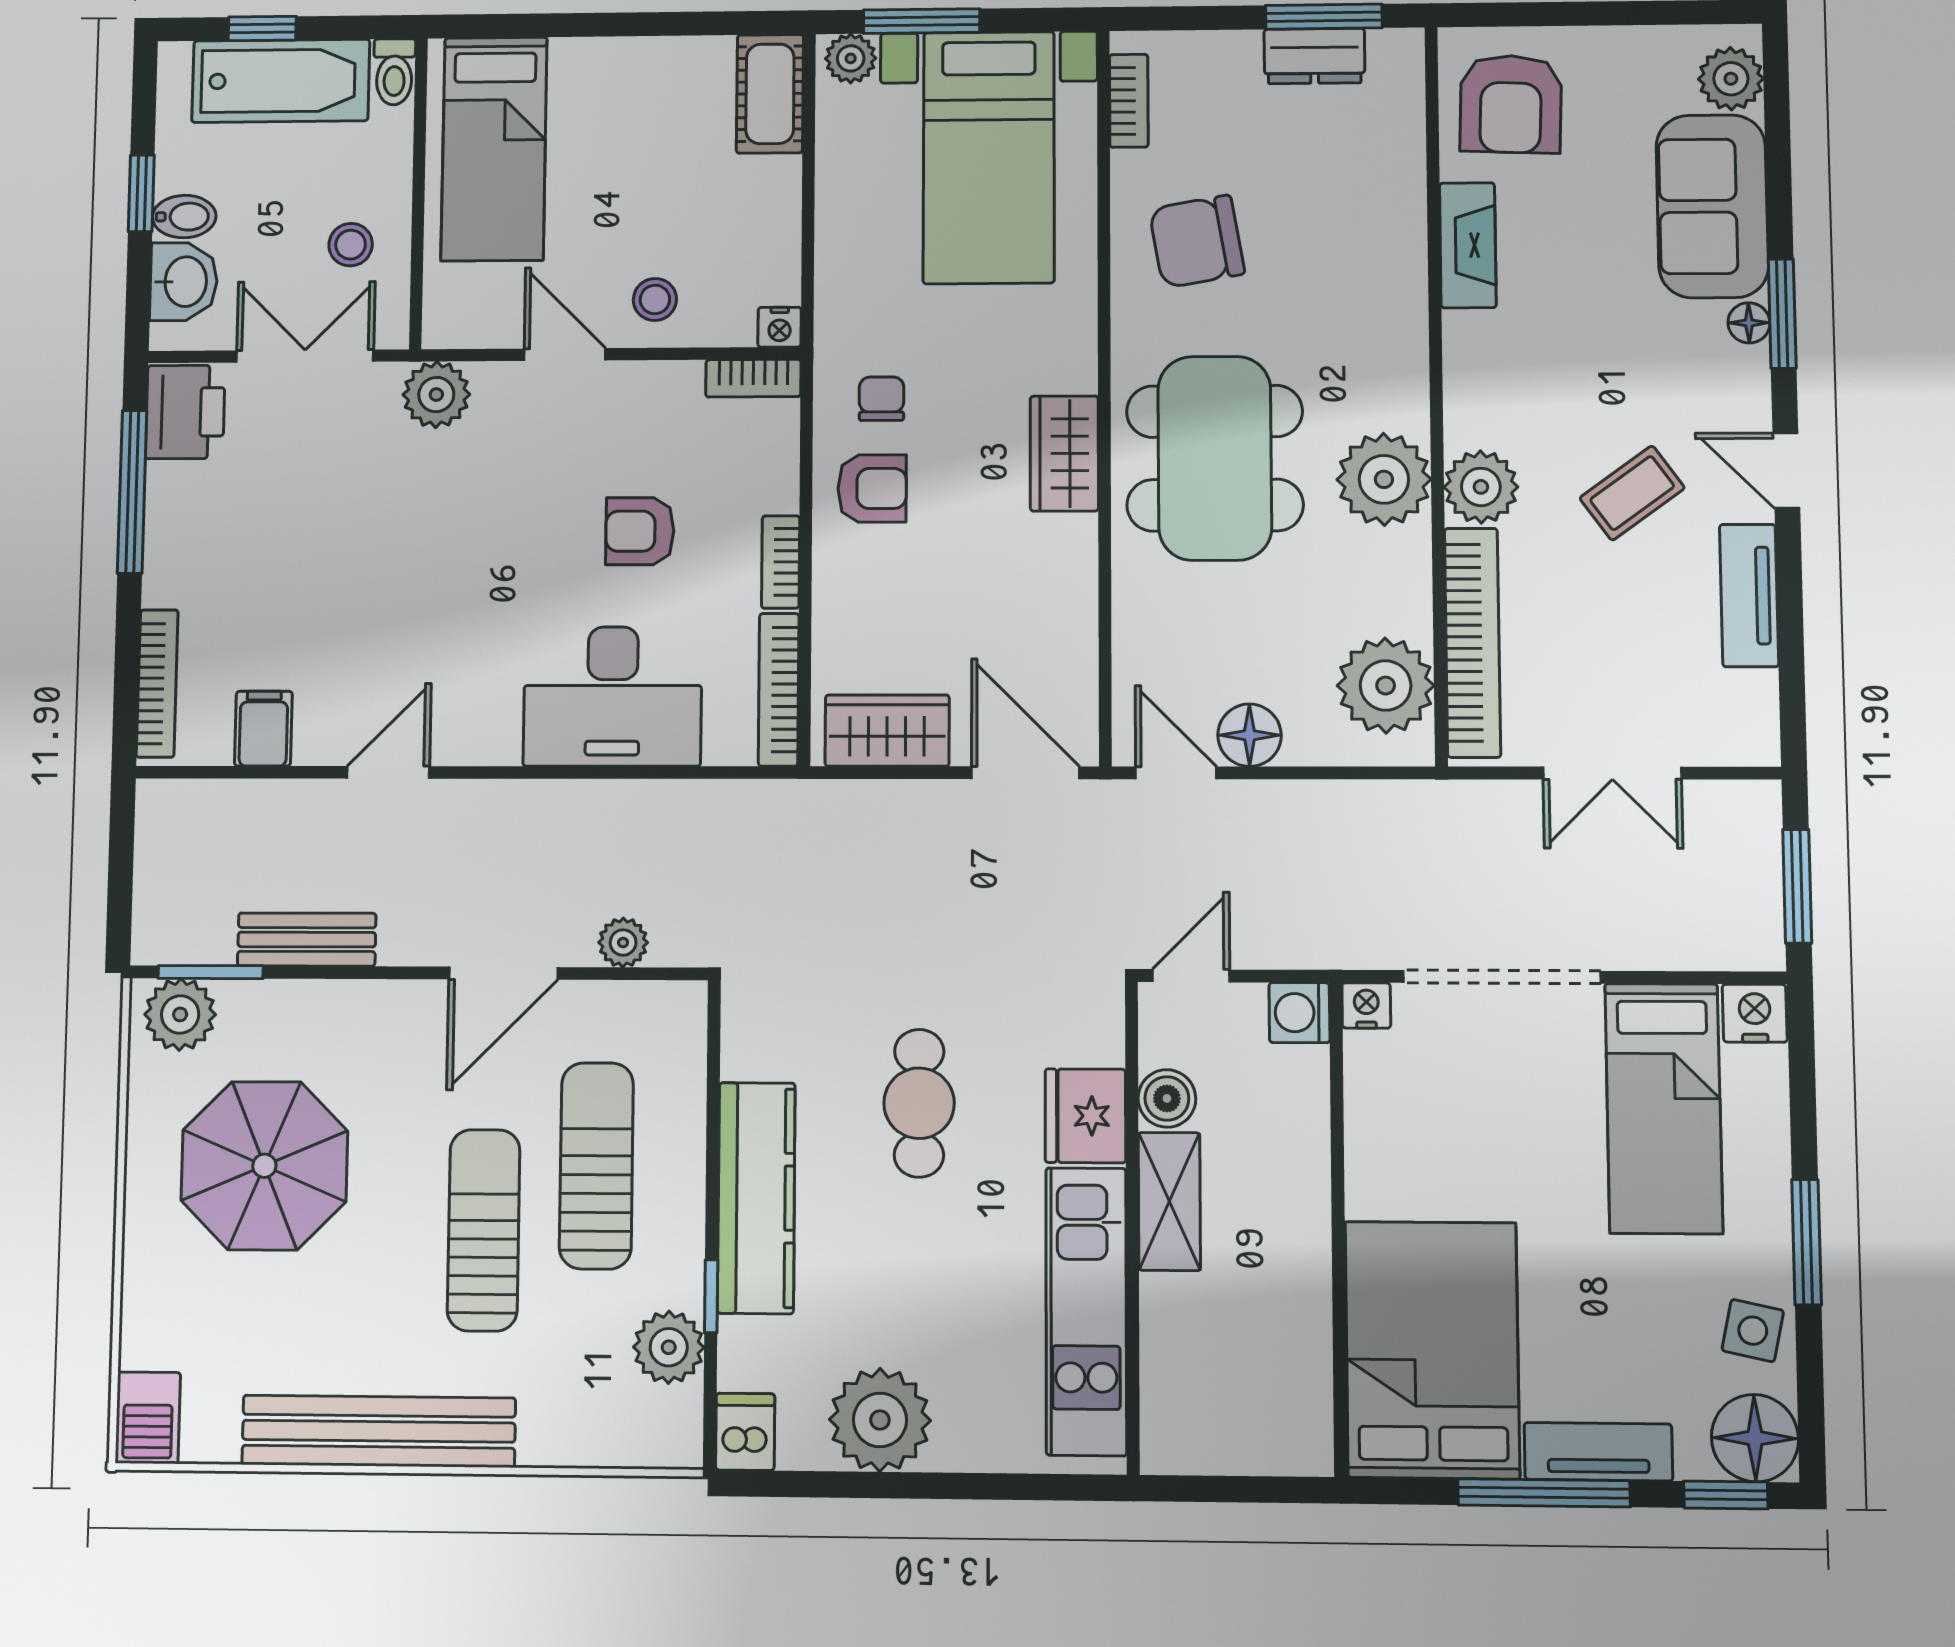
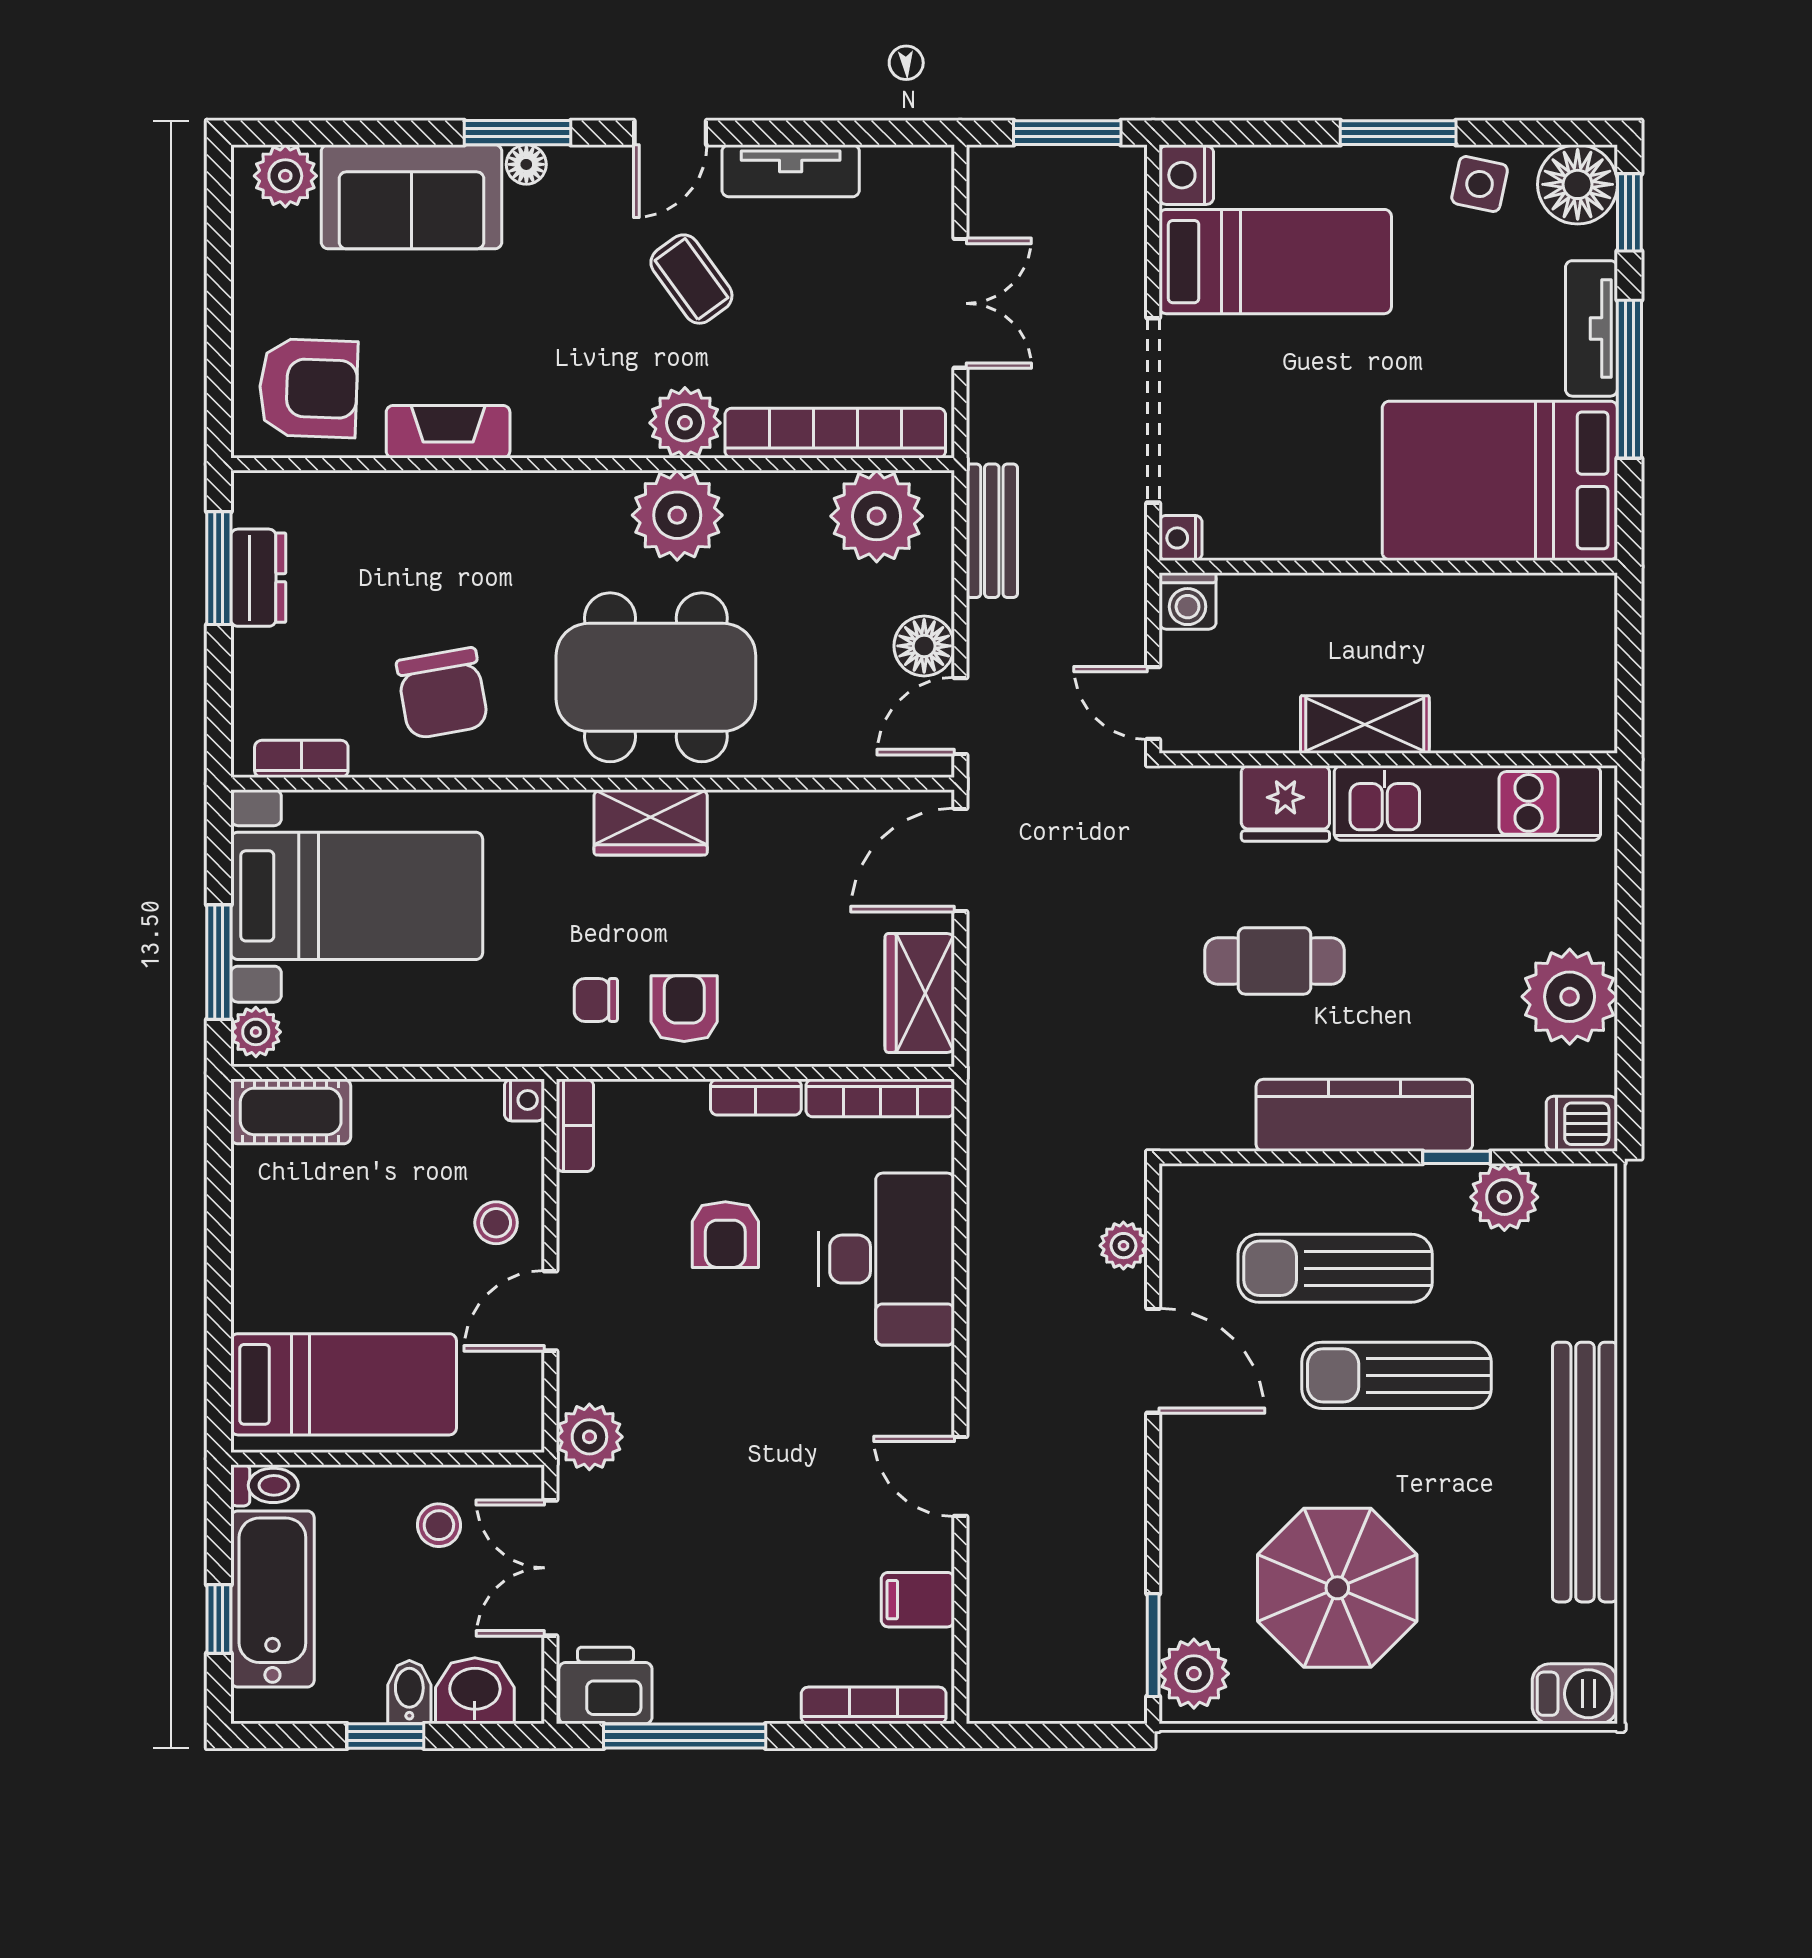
bench: (307, 940) -> (992, 531), moved
boiler: (1167, 1098) -> (1269, 726), removed

